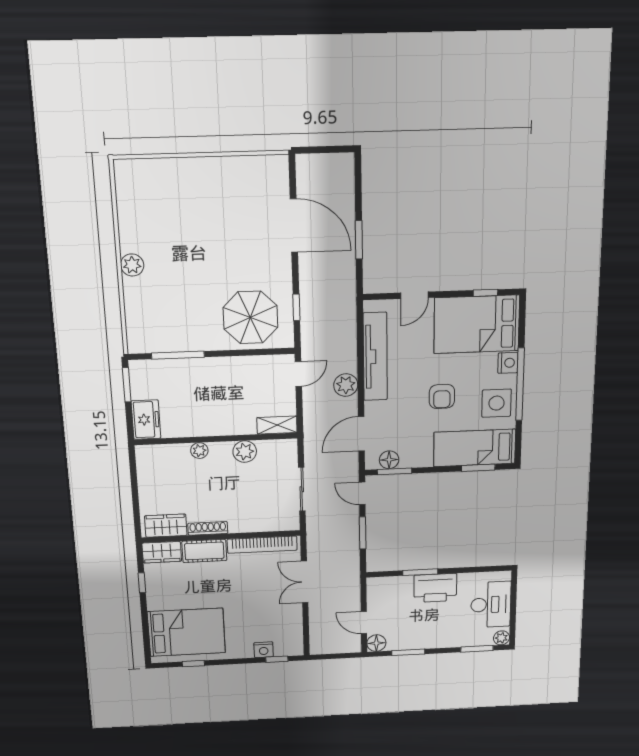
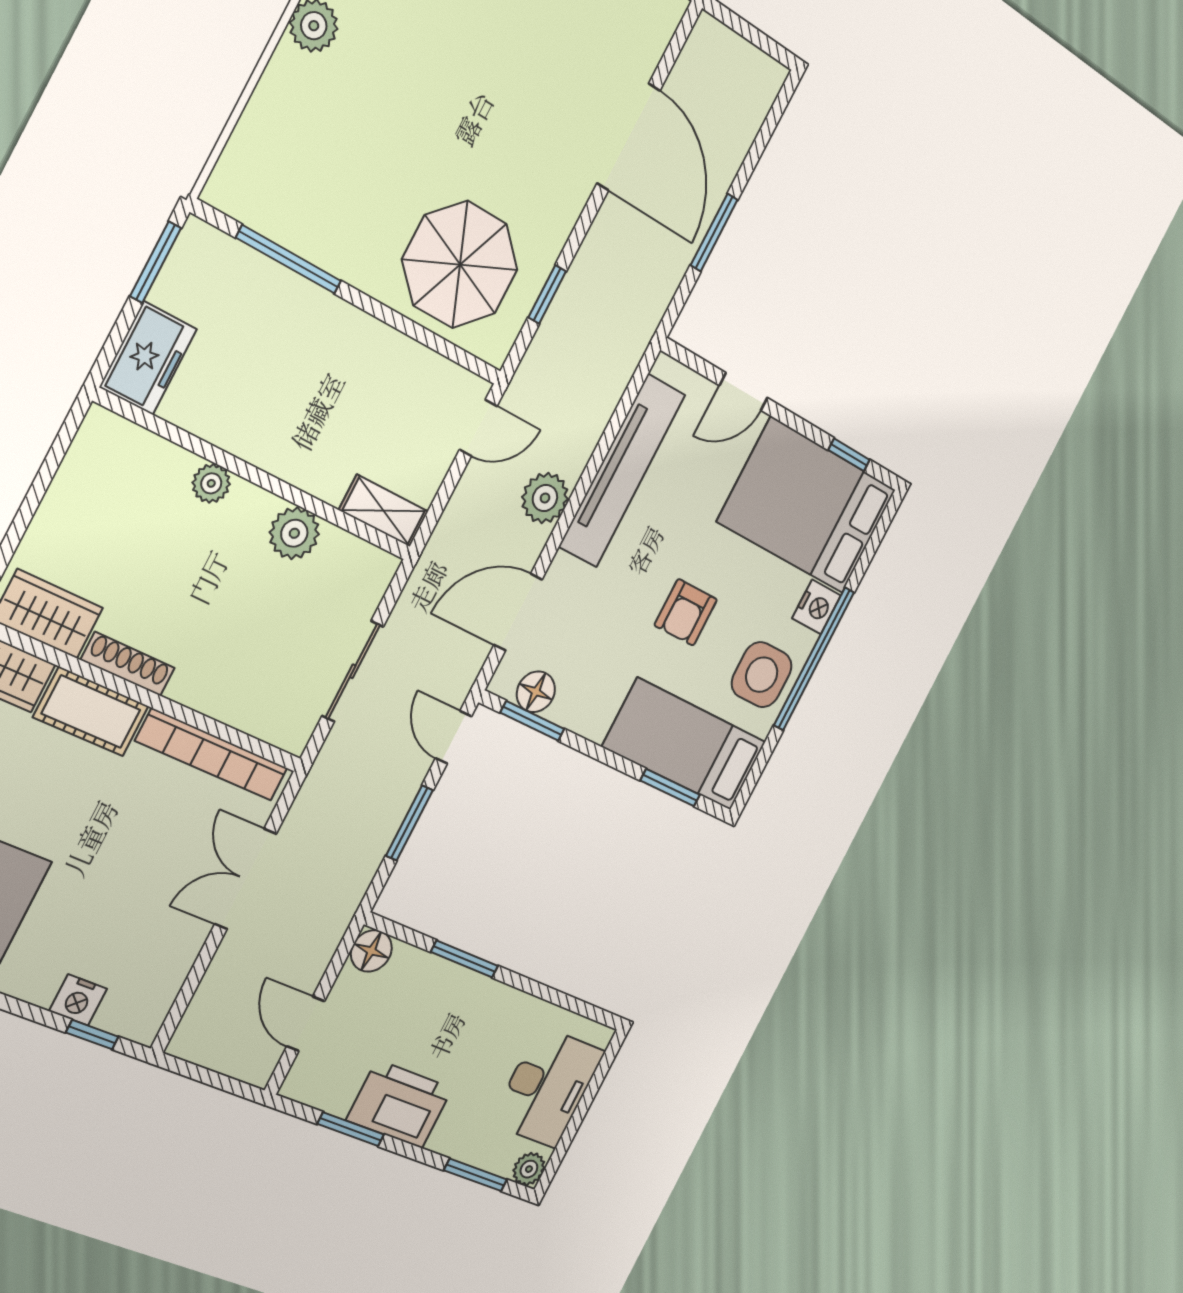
printer: (435, 588) -> (400, 1104), moved, turned 180
floor lamp: (376, 643) -> (371, 951), moved

